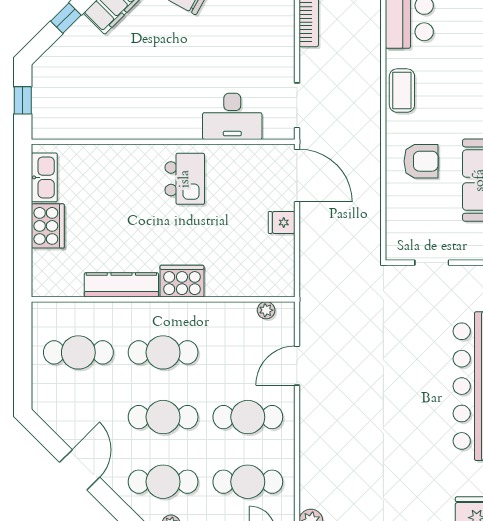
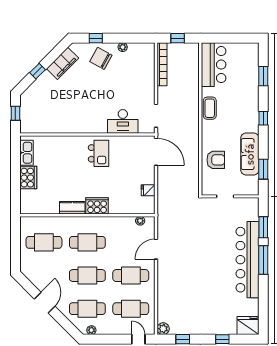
armchair: (421, 161) -> (216, 160), moved
fridge: (282, 222) -> (148, 190), moved
kitchen counter: (121, 285) -> (72, 208), width x0.67

